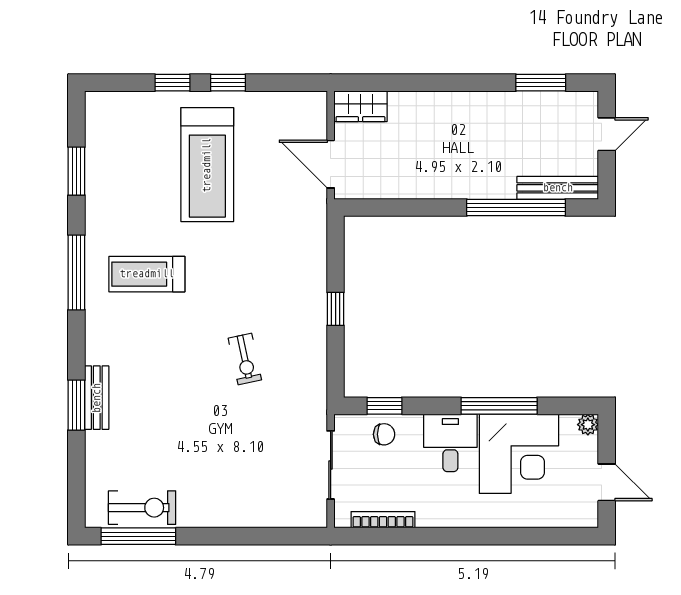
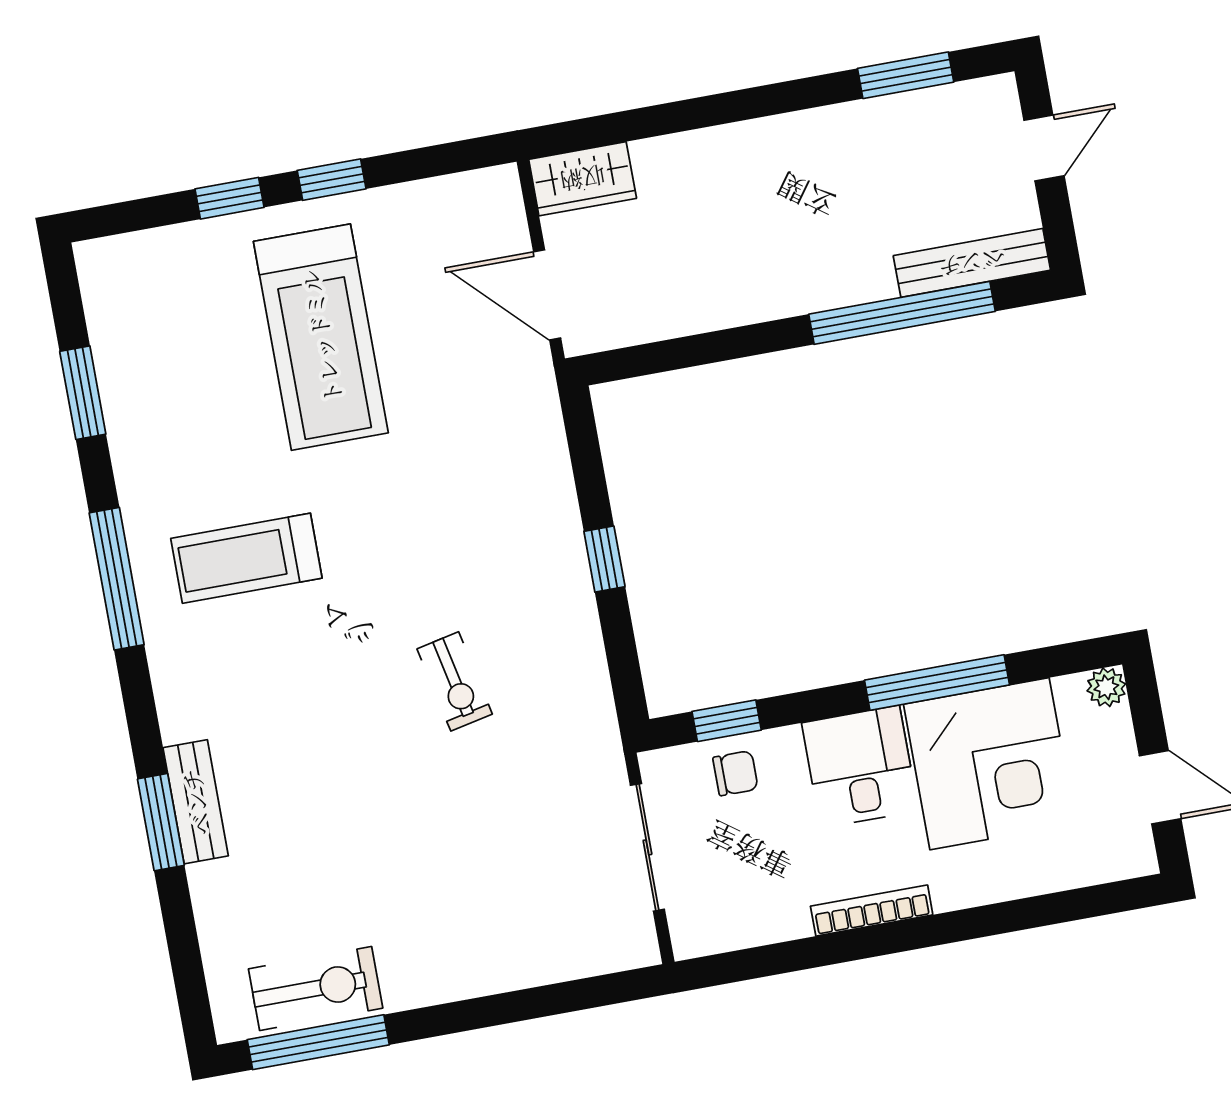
bookcase: (383, 520) -> (872, 911), moved

